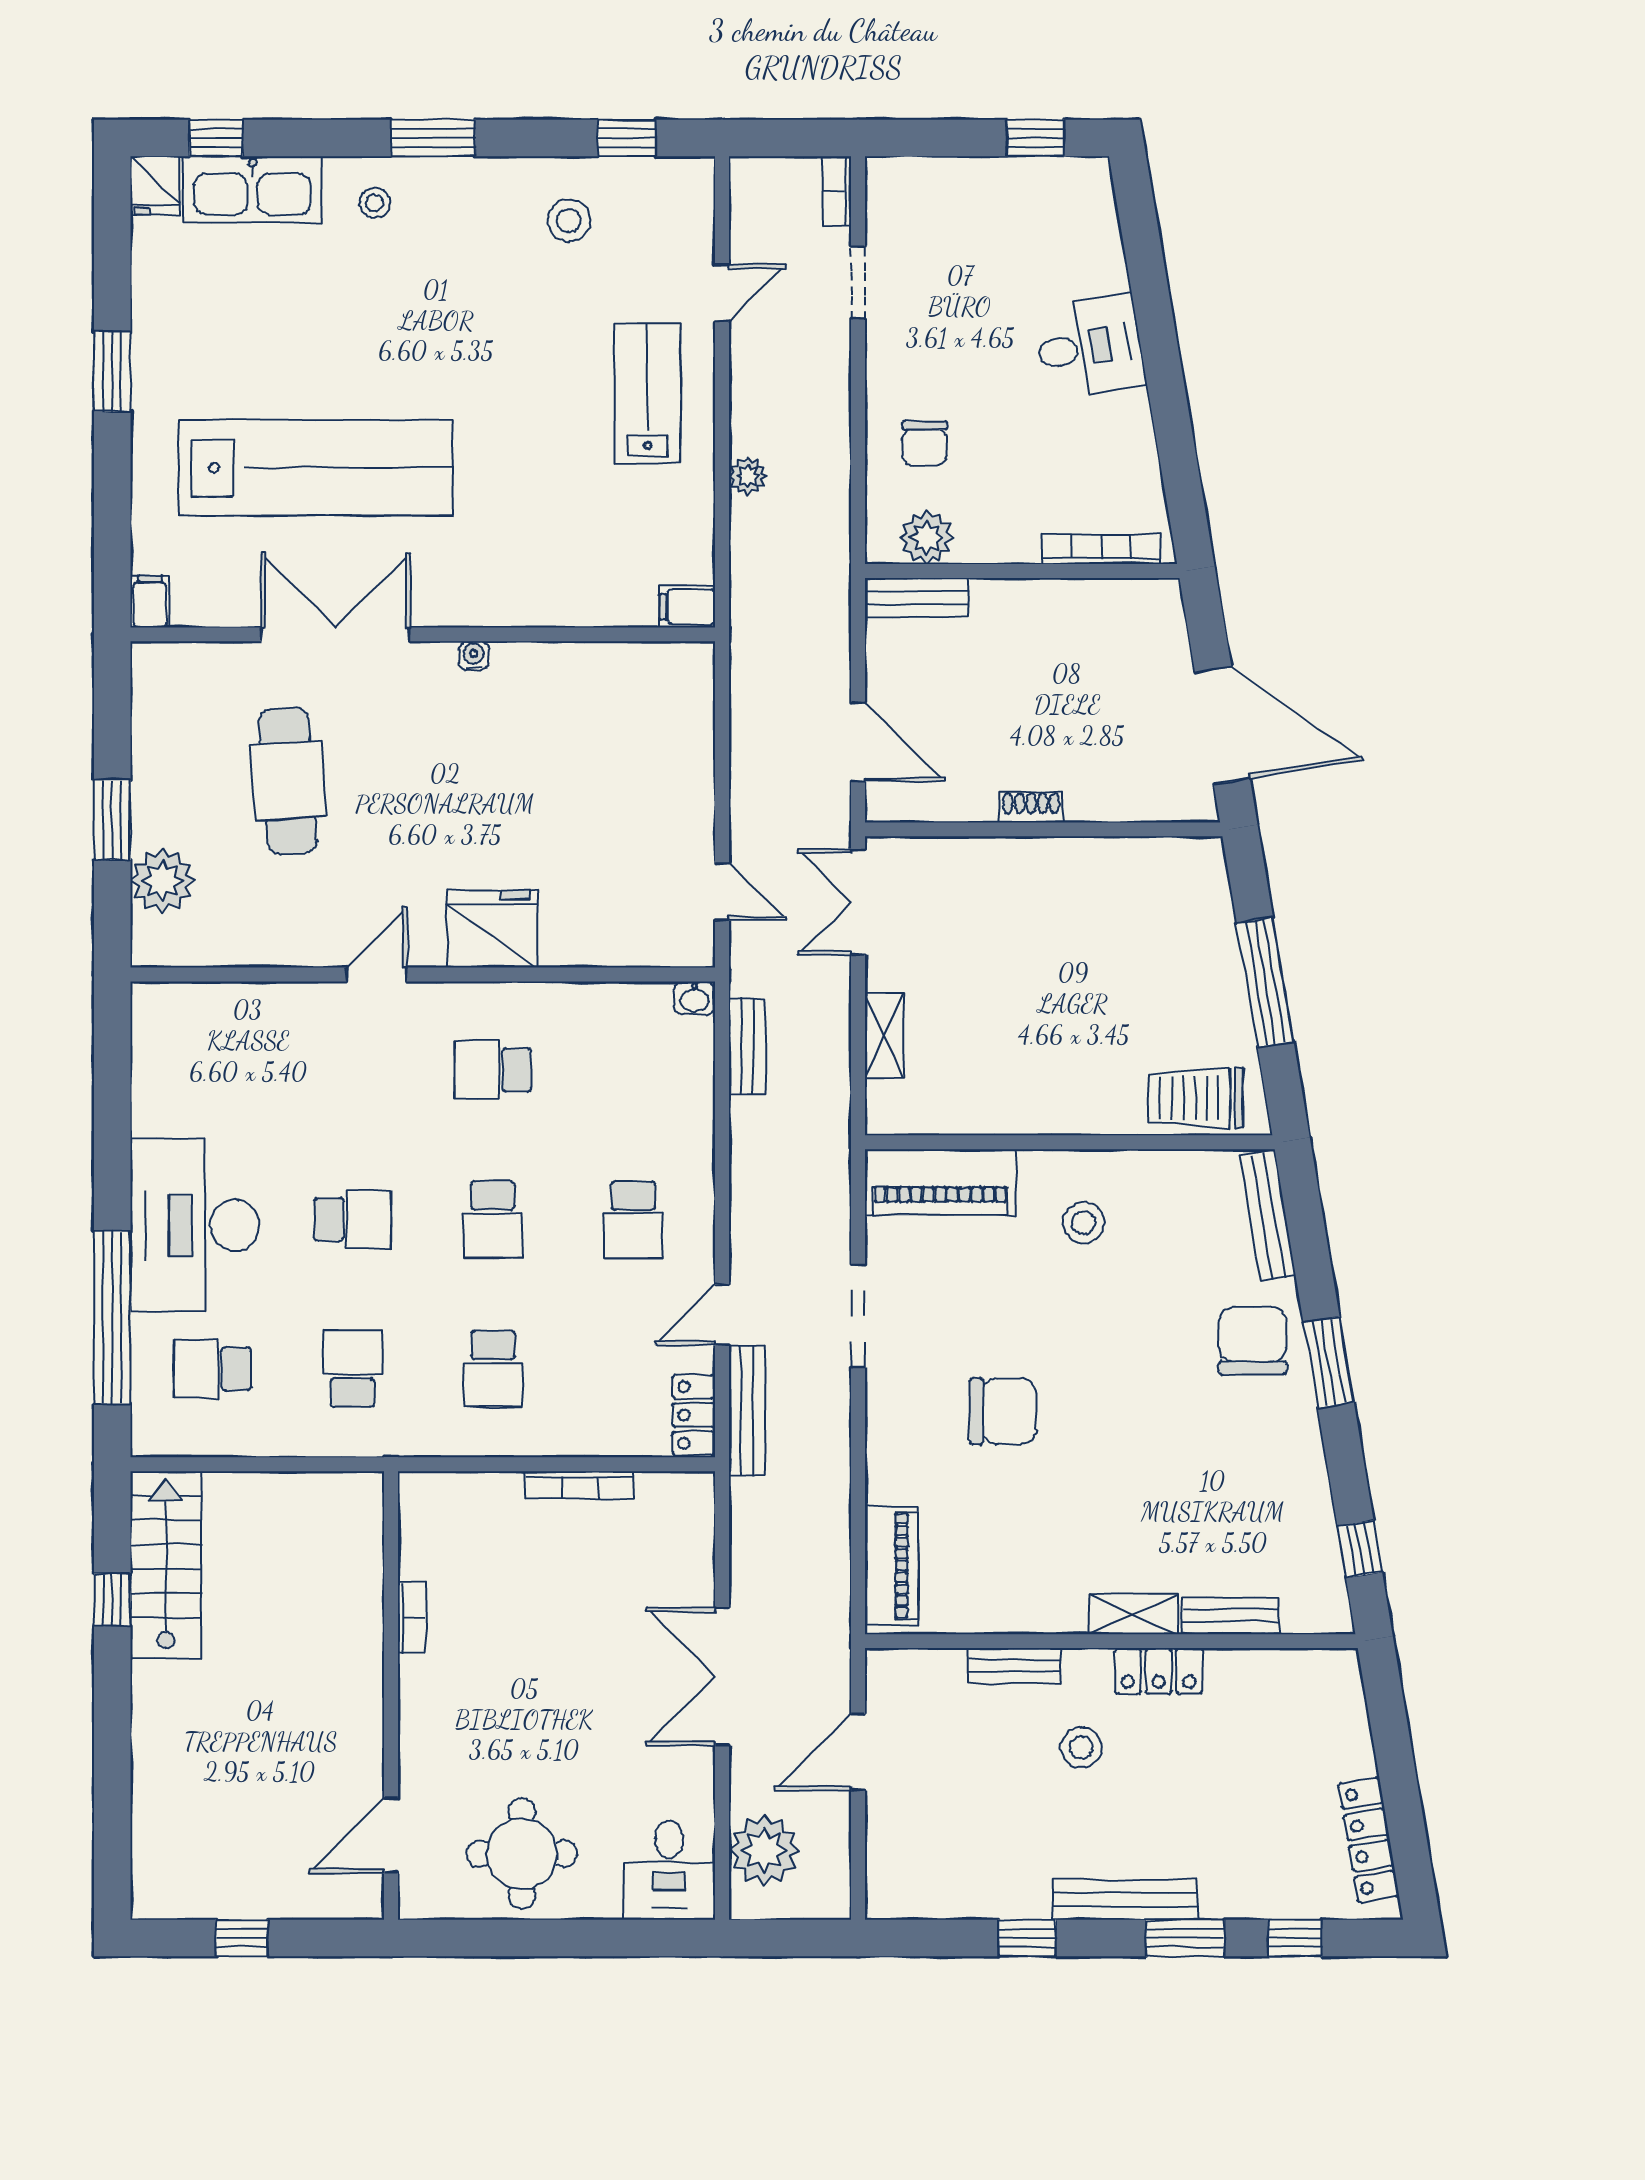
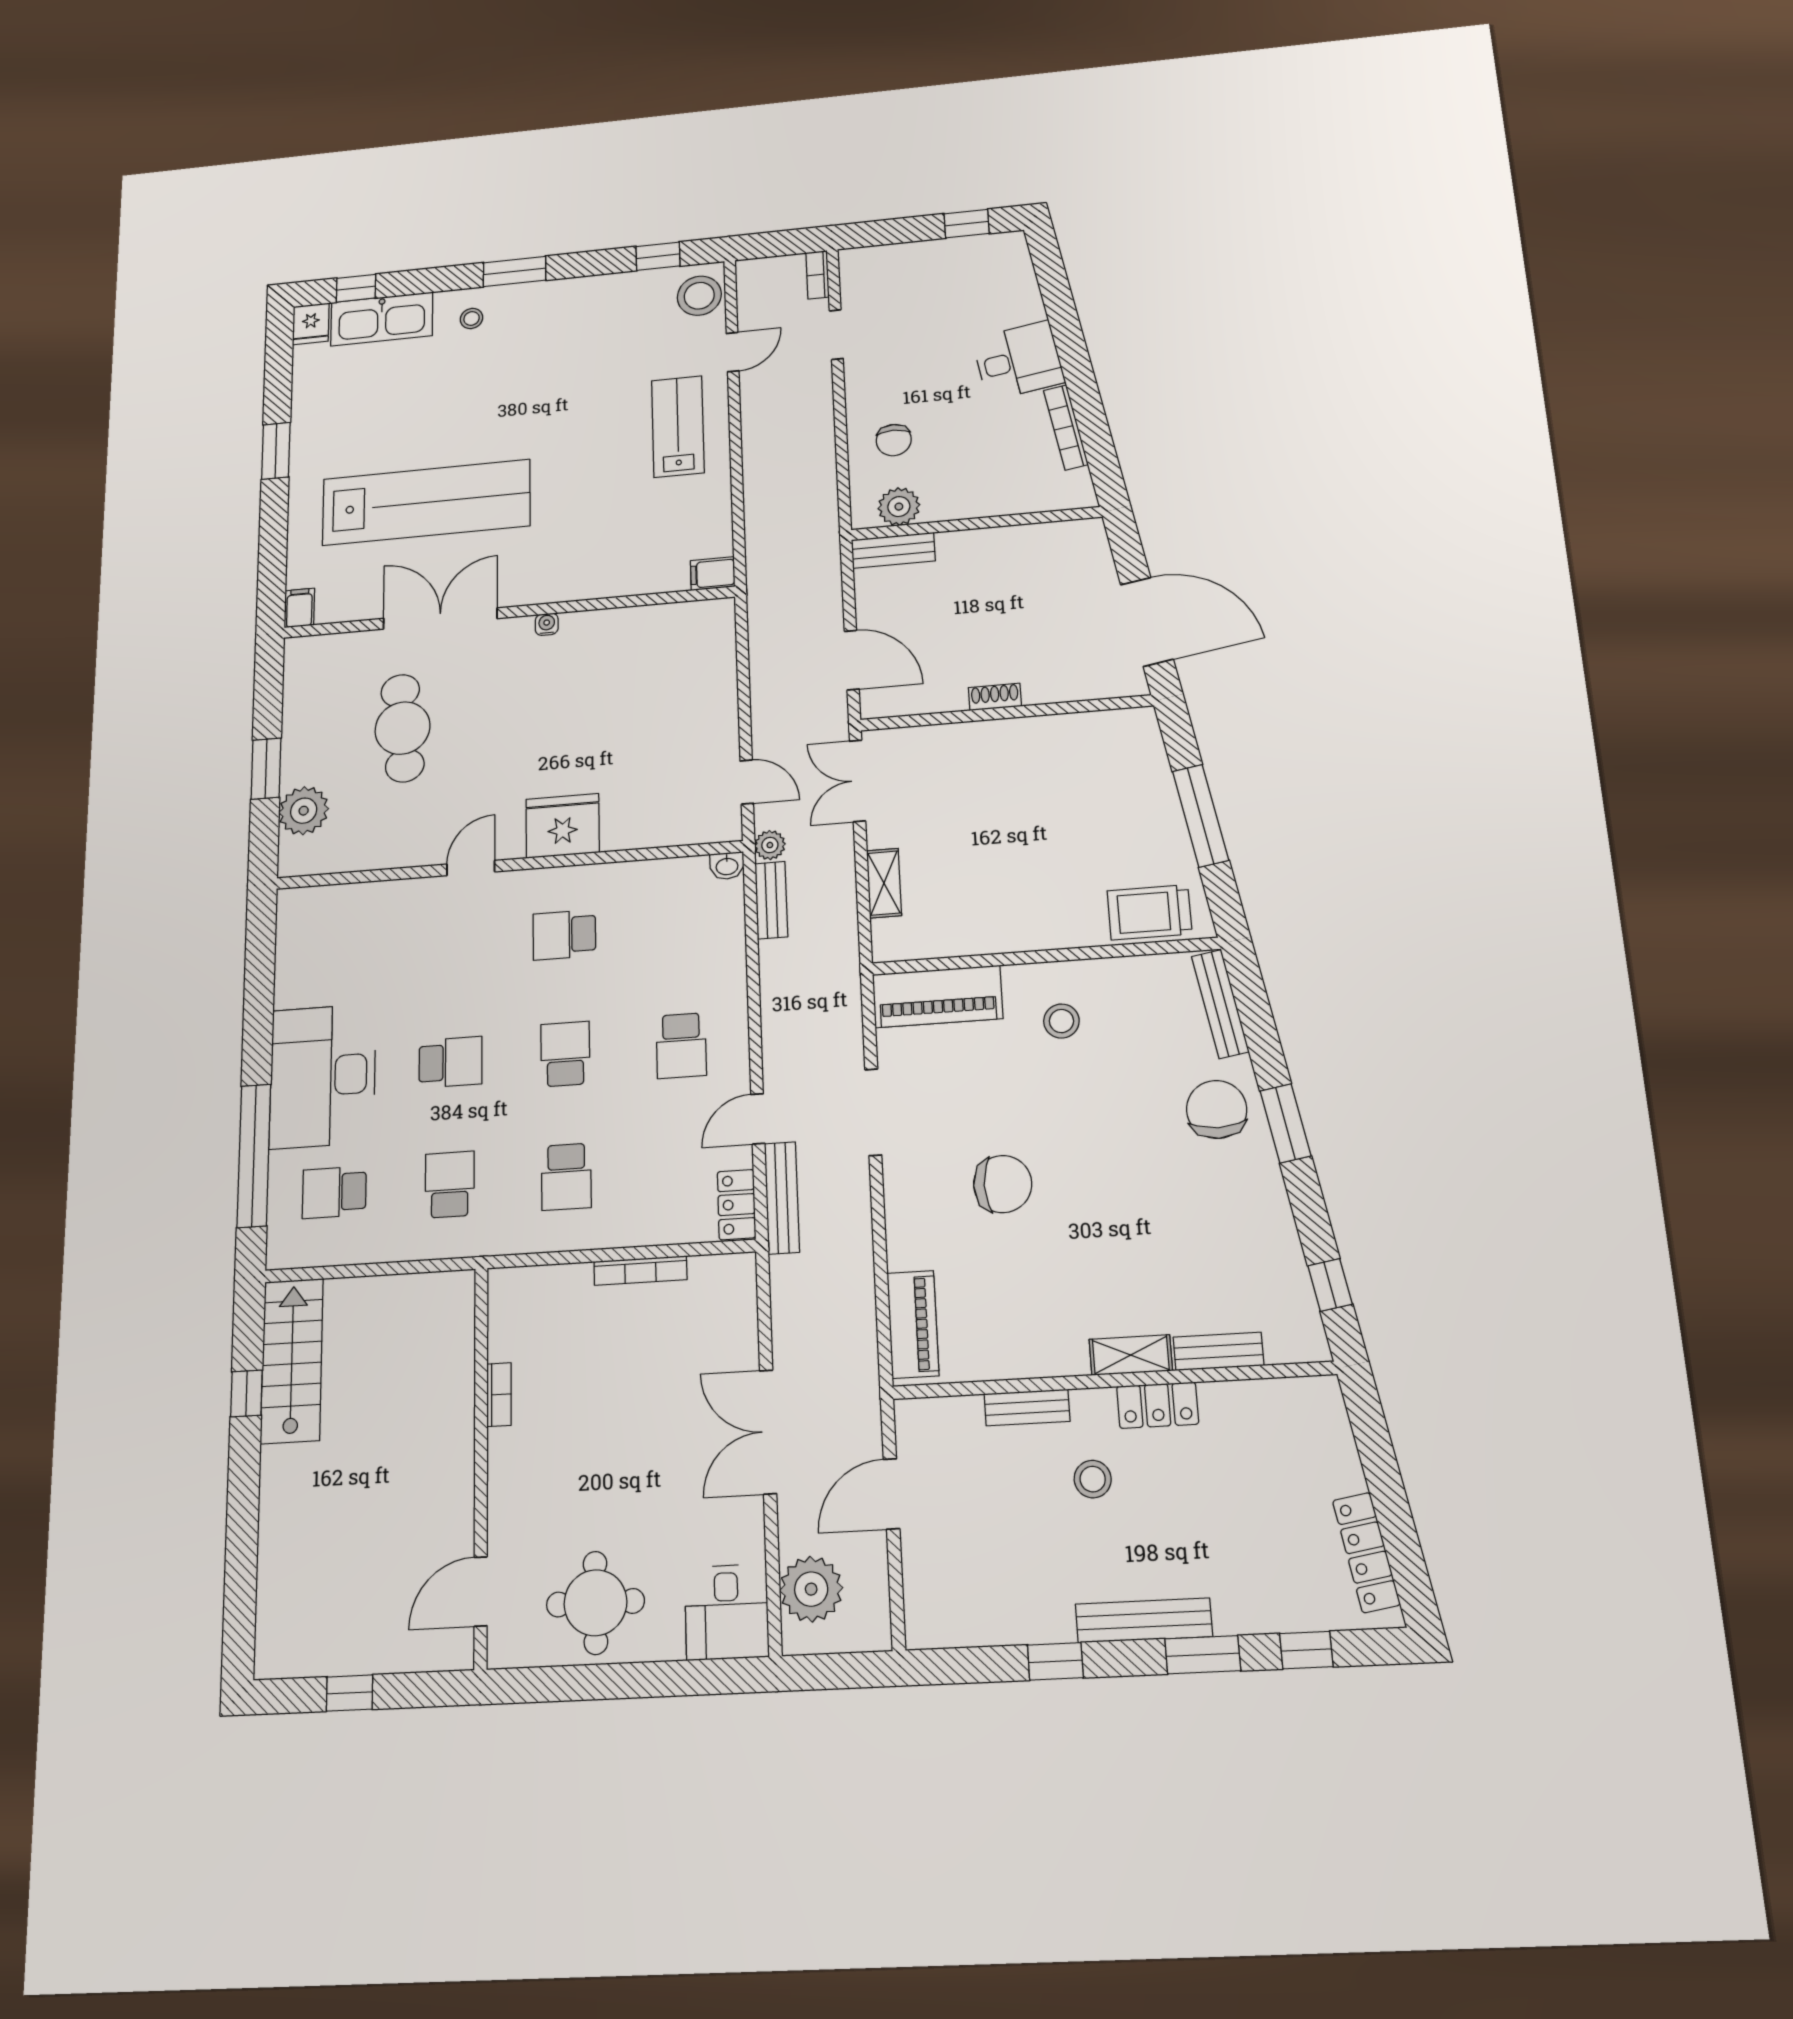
stool: (569, 220) -> (699, 296), moved, width x1.38, depth x1.38
plant: (748, 476) -> (770, 845), moved
bookcase: (1101, 549) -> (1066, 427), moved, turned -99
school desk: (493, 1219) -> (565, 1054), turned 180

